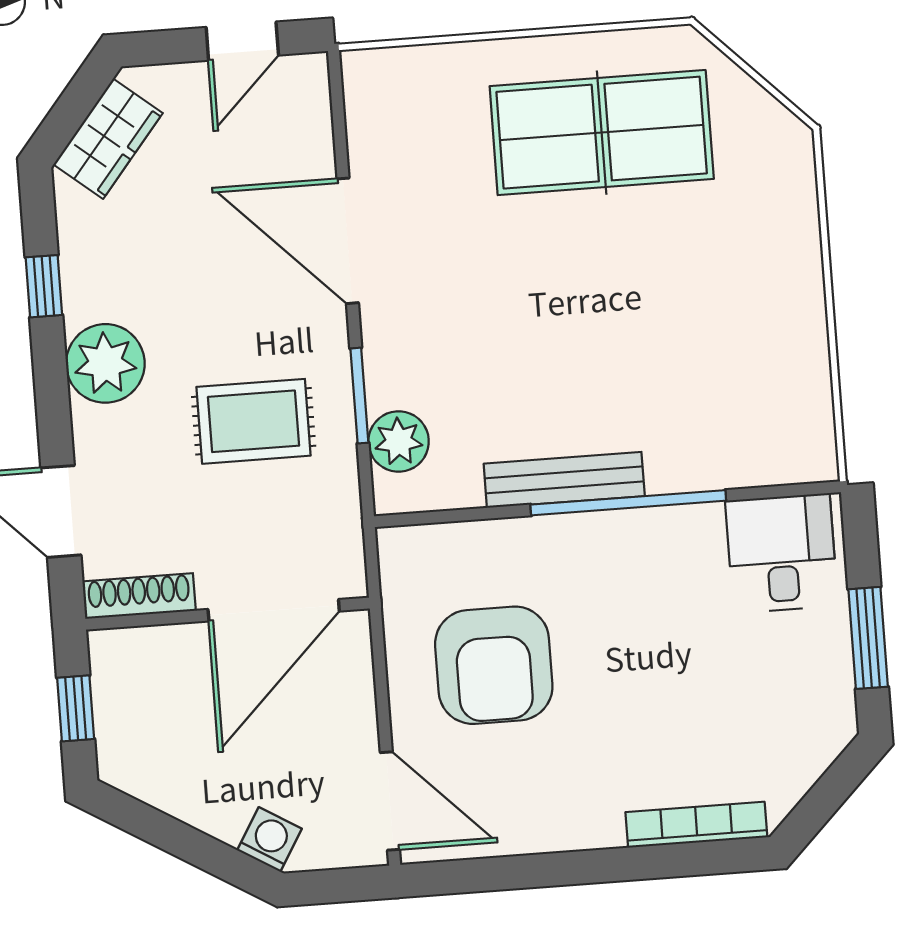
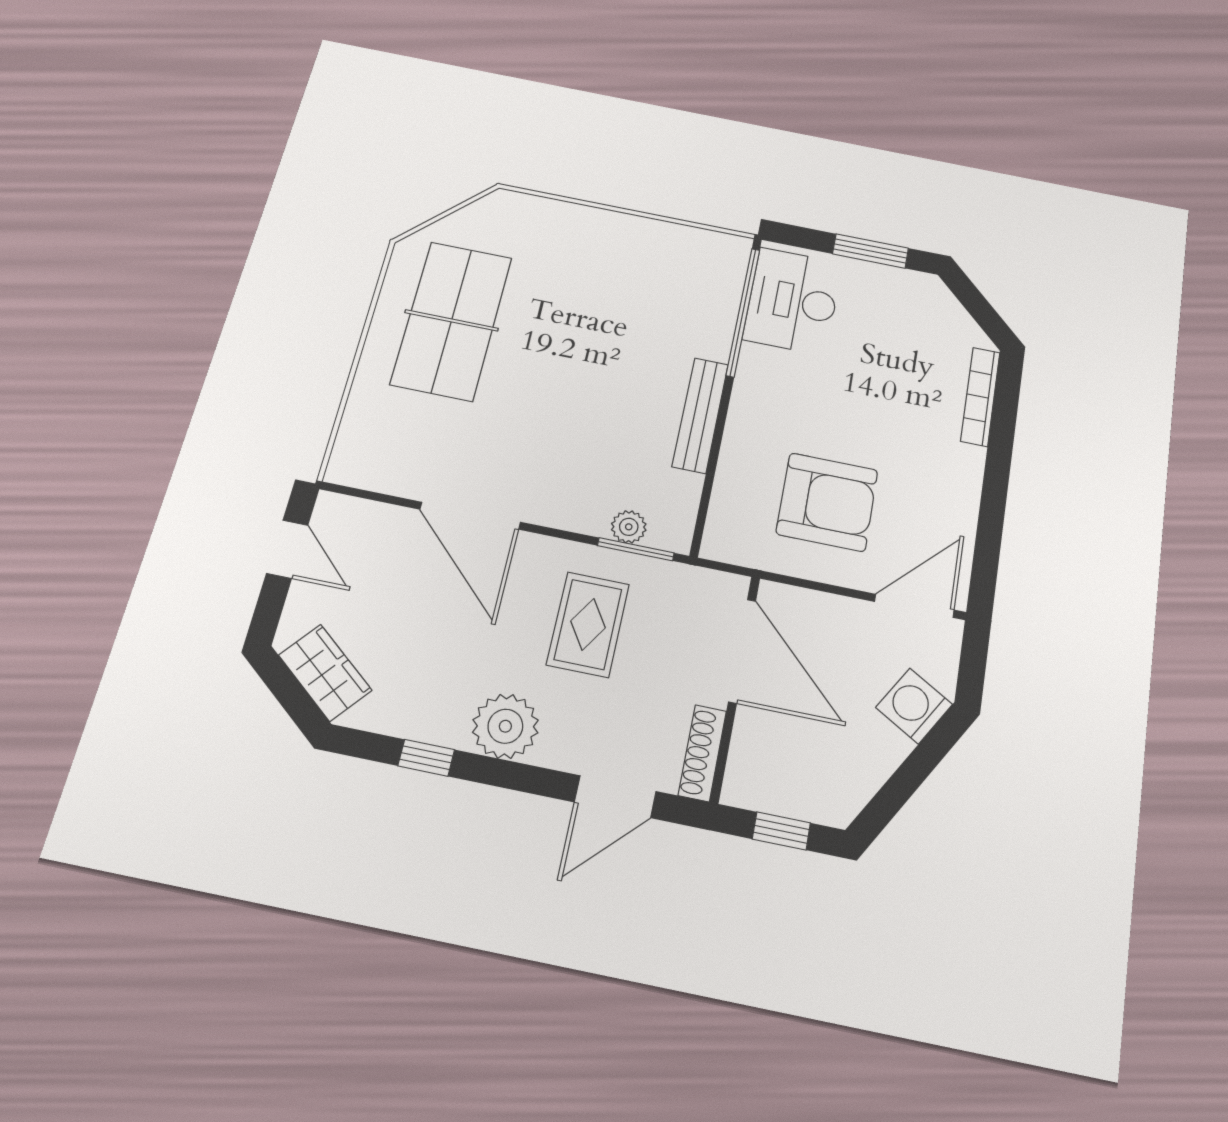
door: (348, 241) -> (470, 516), hinge flipped
window: (359, 396) -> (636, 549), moved
plant: (399, 441) -> (629, 527), width x0.73, depth x0.73
window: (628, 503) -> (743, 312), moved
desk: (782, 553) -> (793, 301), width x1.37
washing machine: (270, 839) -> (914, 706), width x1.38, depth x1.38

